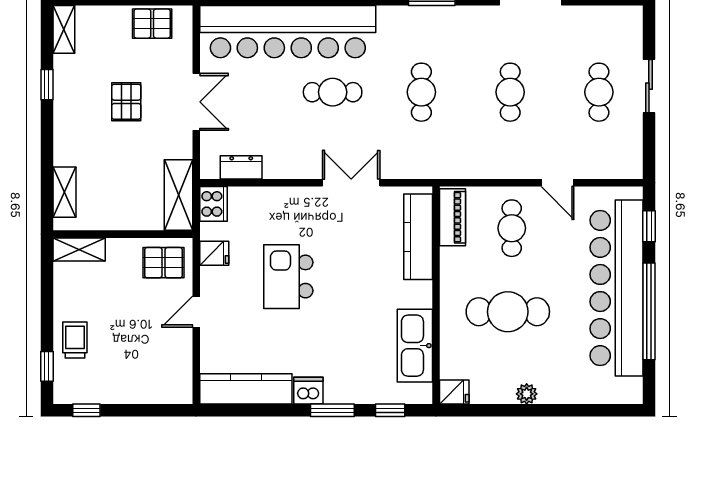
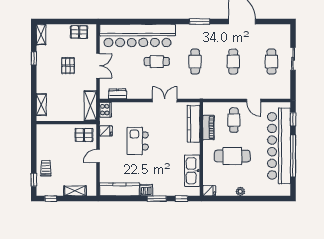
piano: (453, 217) -> (208, 128), moved
shelving: (79, 249) -> (75, 191), moved

